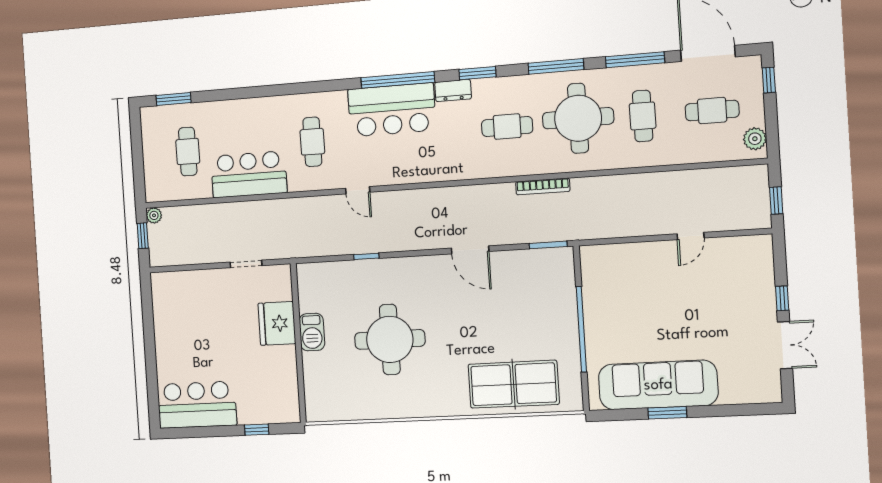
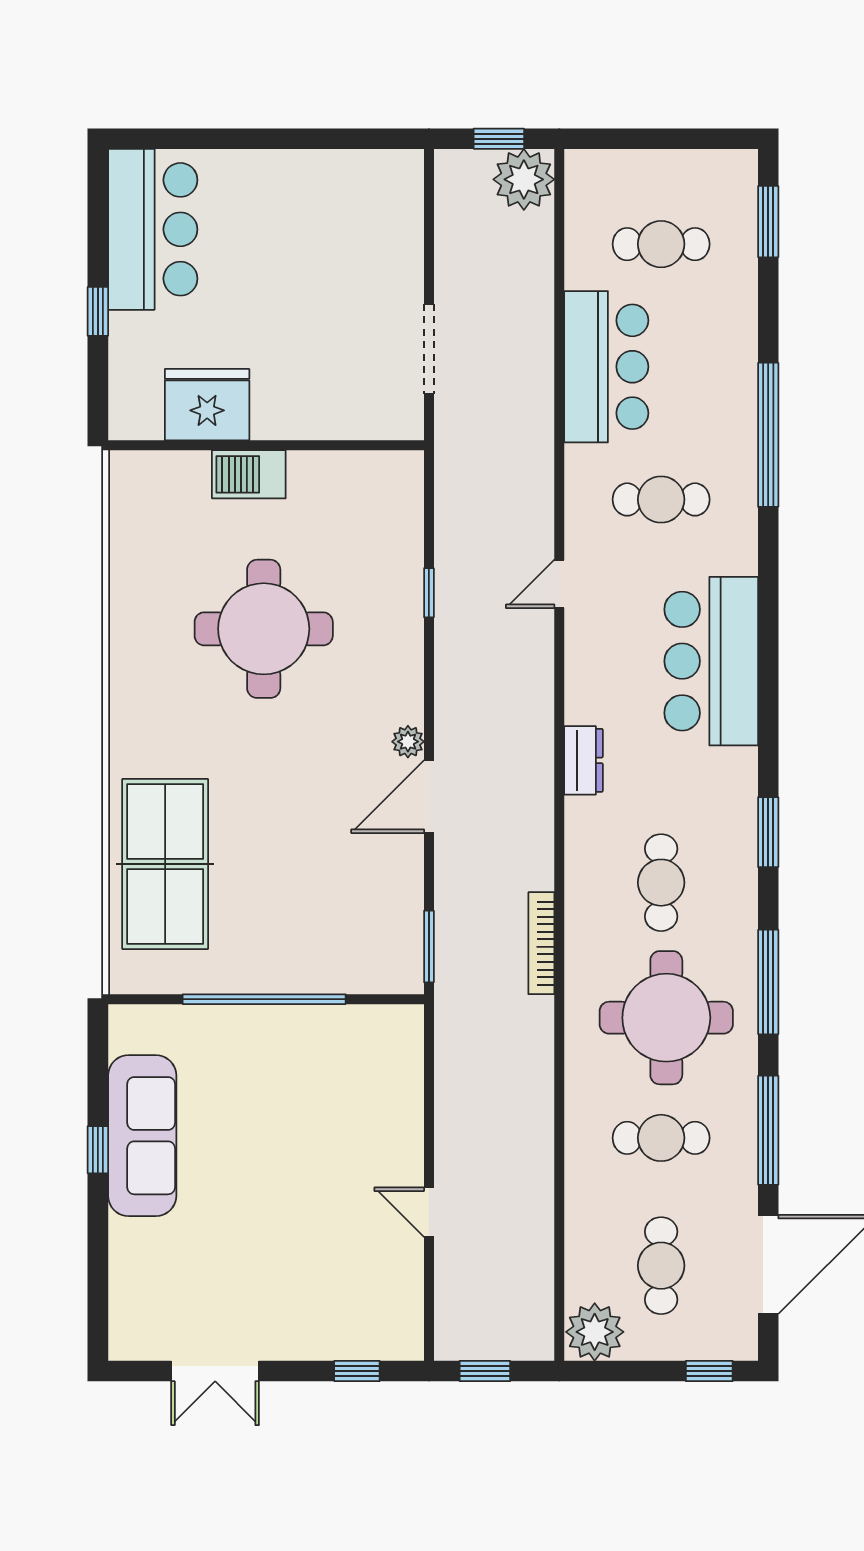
window: (398, 80) -> (768, 435), moved
dresser: (453, 91) -> (583, 760), moved, turned 180
plant: (755, 139) -> (595, 1332), width x1.36, depth x1.36
plant: (154, 215) -> (524, 179), width x1.87, depth x1.87
plant: (442, 262) -> (408, 742), added
doorway: (246, 264) -> (429, 349), width x1.38
window: (782, 298) -> (357, 1371), moved
fridge: (277, 323) -> (207, 405), moved
barbecue: (312, 332) -> (249, 474), moved
sofa: (658, 385) -> (142, 1136), width x0.74, depth x0.79
window: (667, 413) -> (98, 1150), width x0.67
window: (257, 430) -> (98, 311), moved

